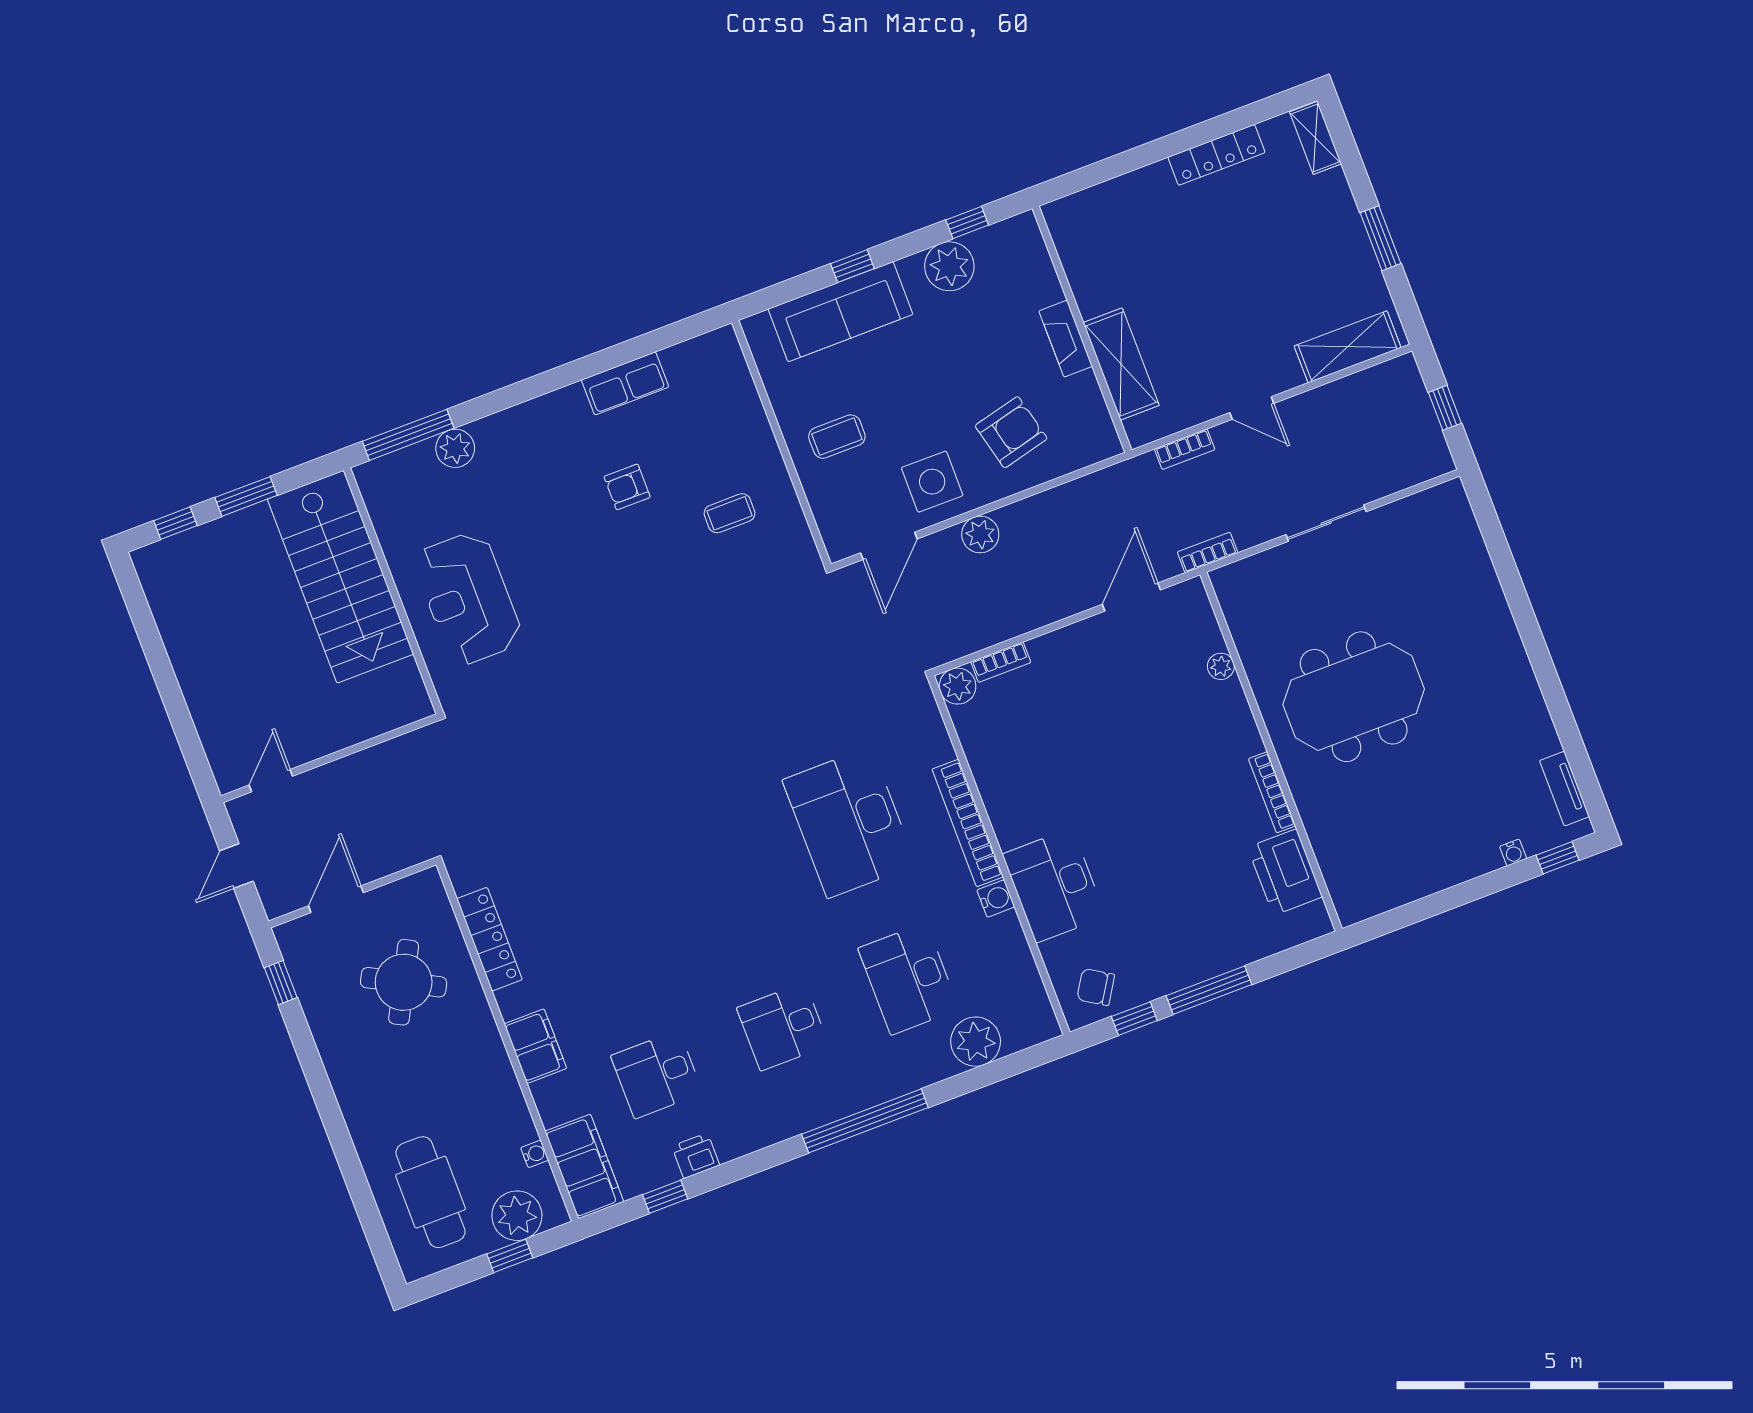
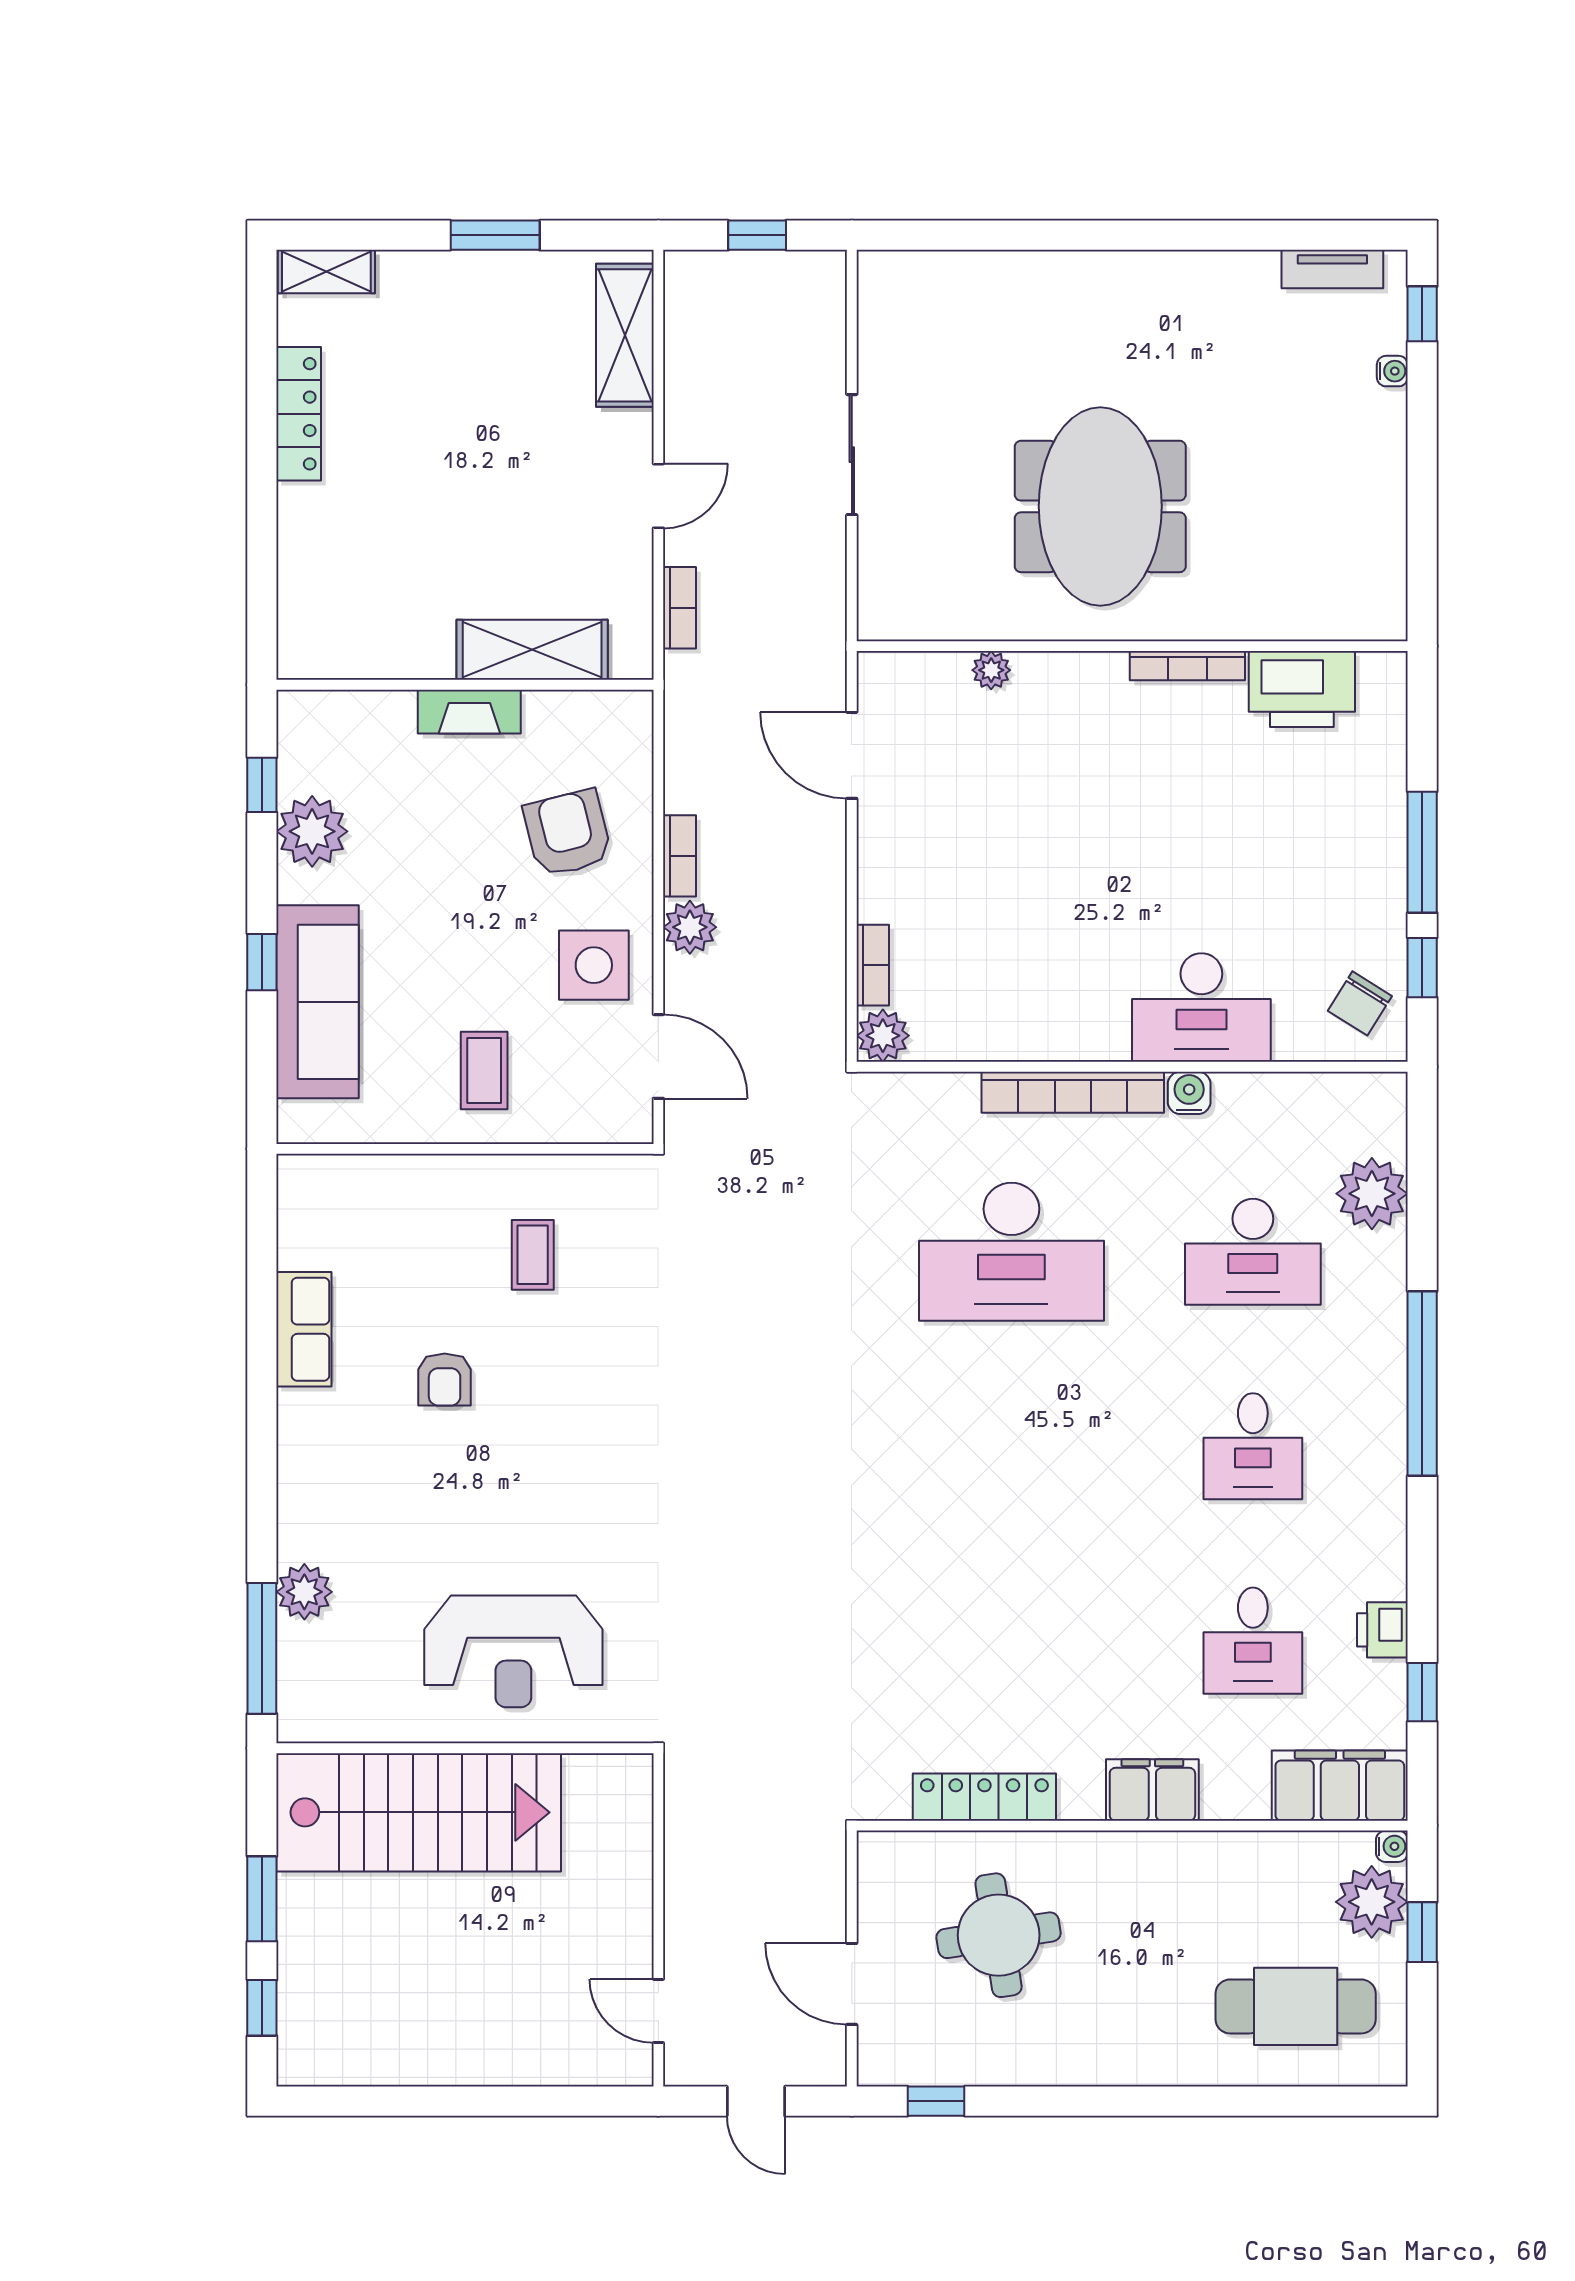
bookcase: (1208, 552) -> (680, 856), moved, turned 180
round table: (404, 982) -> (999, 1935), turned -37
water cooler: (535, 1154) -> (1392, 1846), moved, turned 90

